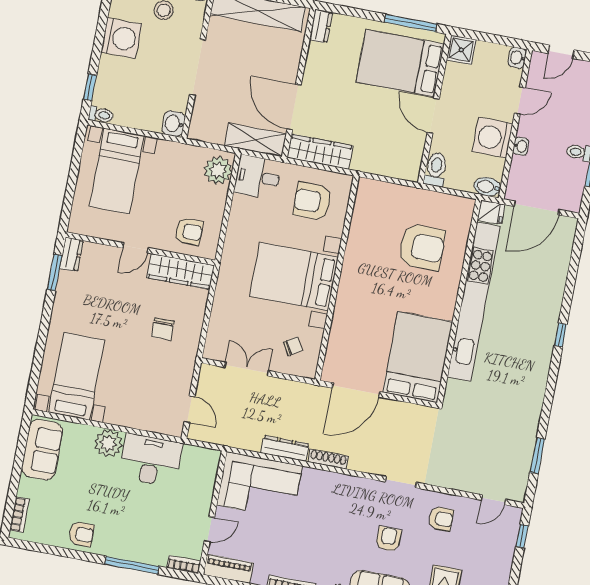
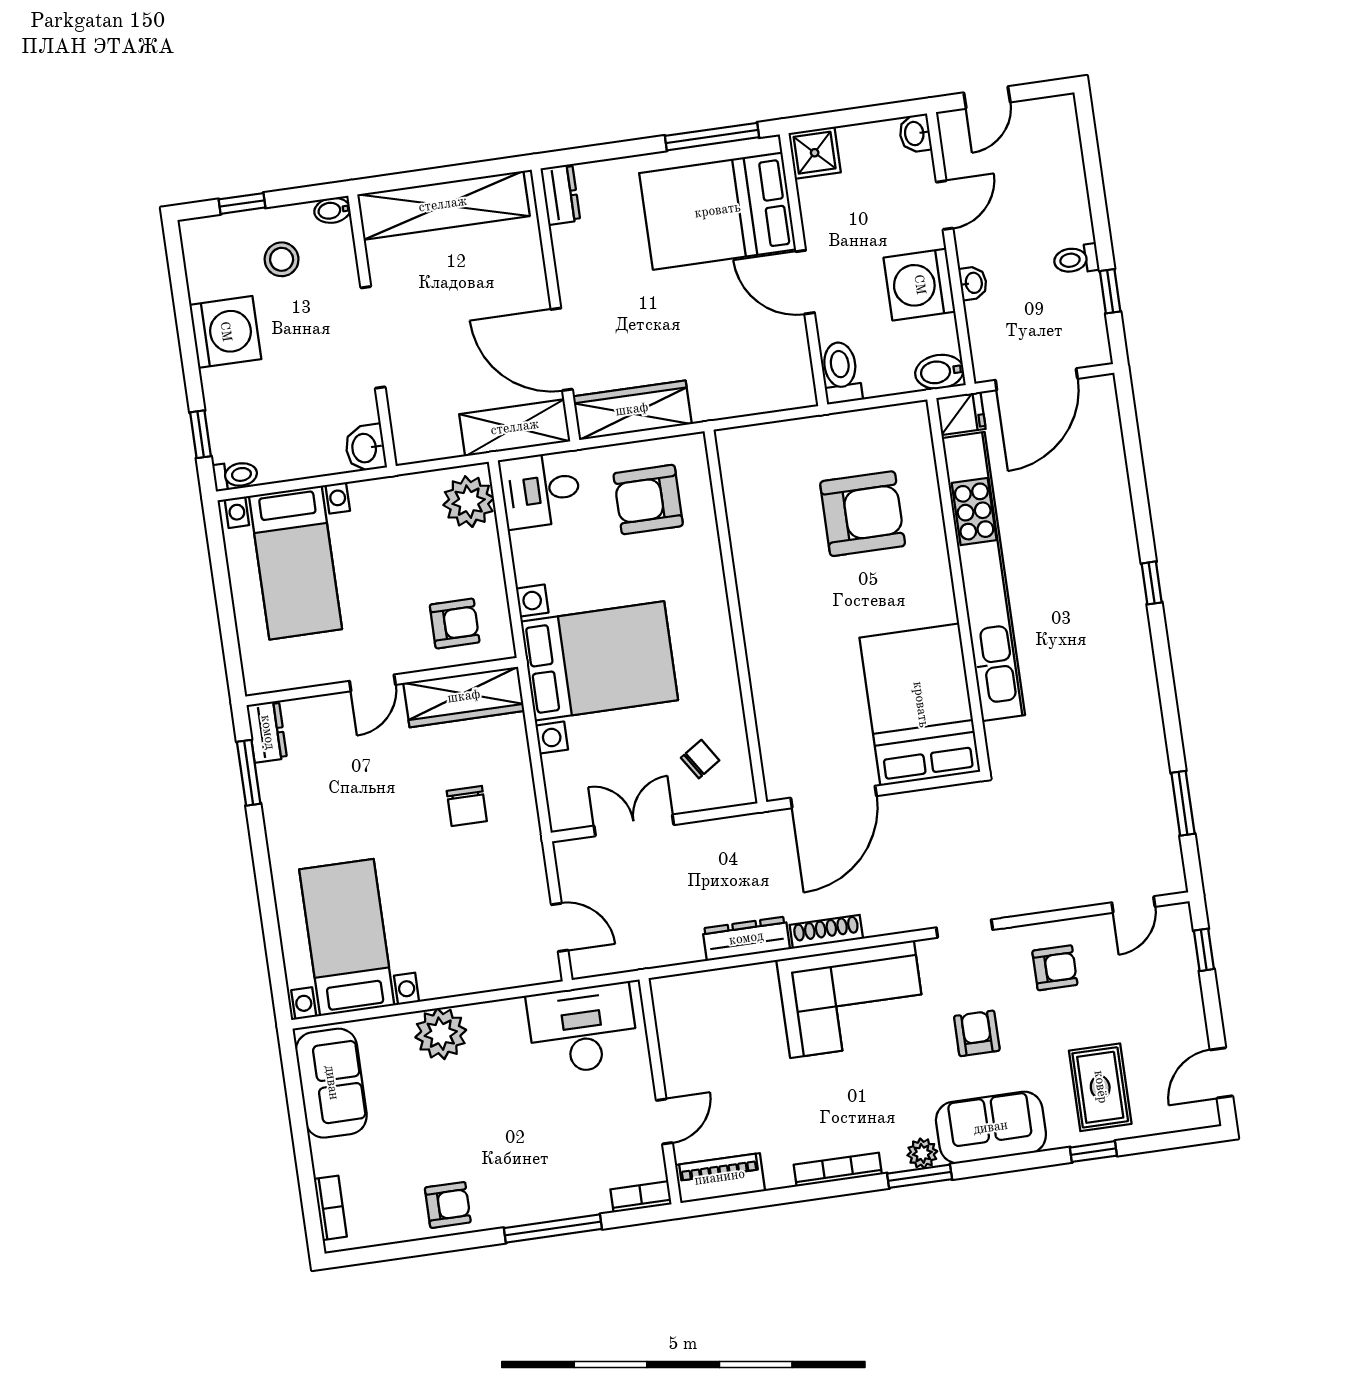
bed with nightstands: (294, 277) -> (599, 661), moved, turned 180
desk: (151, 460) -> (583, 1029), moved
corner sofa: (259, 486) -> (852, 999), moved

